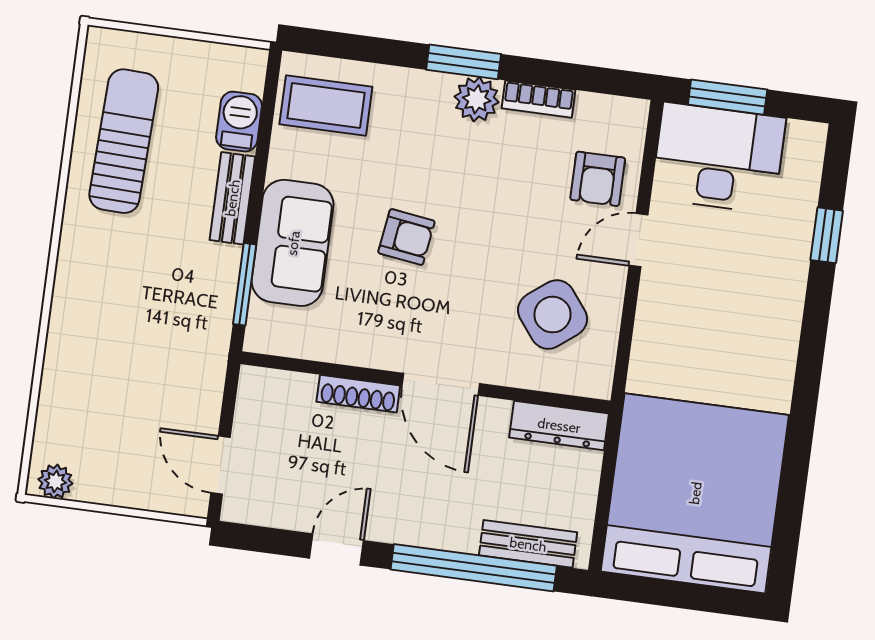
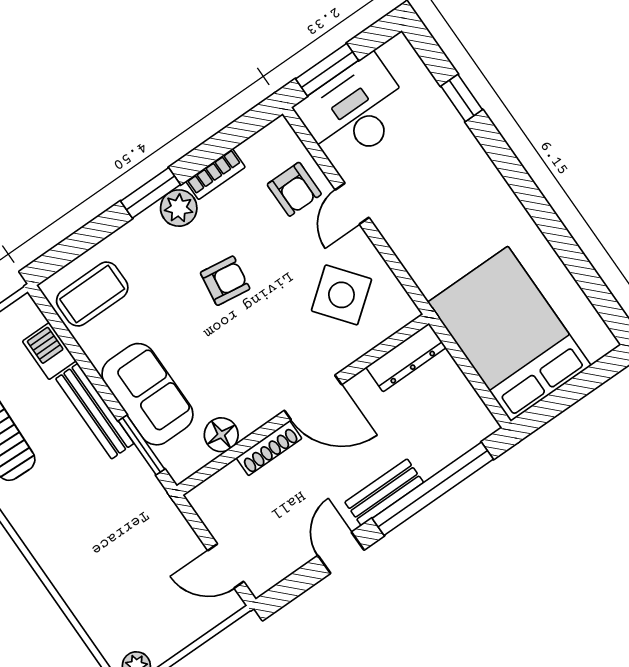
bench: (232, 198) -> (95, 411), width x1.36
armchair: (406, 237) -> (225, 281), moved
floor lamp: (326, 342) -> (221, 435), added
bed: (695, 493) -> (509, 334), width x0.73
bench: (528, 544) -> (384, 492), moved

